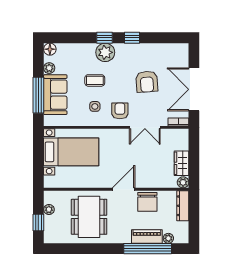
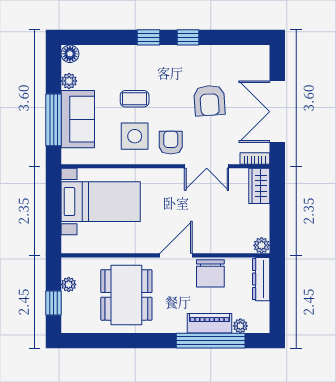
plant: (105, 52) -> (150, 58), removed
side table: (95, 106) -> (135, 136), width x1.87, depth x1.87
wardrobe: (182, 163) -> (259, 186), moved

